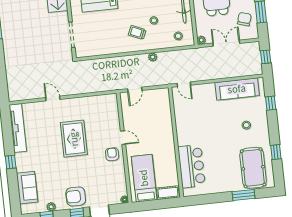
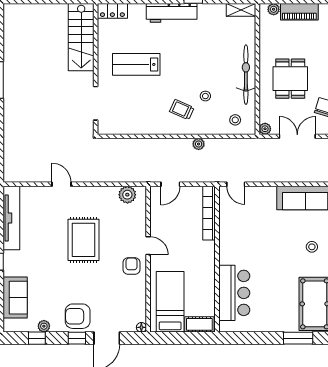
plant: (103, 101) -> (127, 195), added
bookcase: (166, 108) -> (209, 213), added

